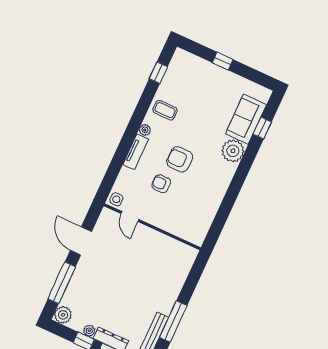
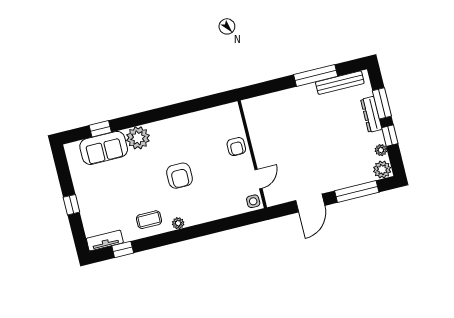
coffee table: (165, 110) -> (149, 220), turned 90
tv unit: (136, 152) -> (105, 241), moved
armchair: (161, 184) -> (236, 147), moved
plant: (89, 331) -> (381, 150), moved

